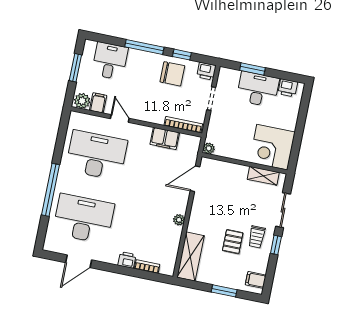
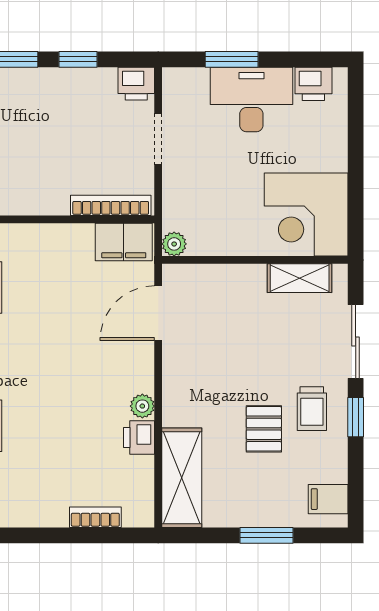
chair: (172, 74) -> (66, 104), removed
filing cabinet: (165, 138) -> (124, 242), moved
printer: (127, 260) -> (139, 438), moved, turned -90

